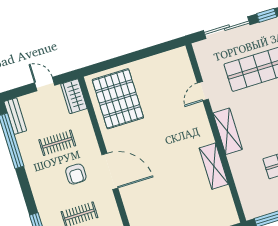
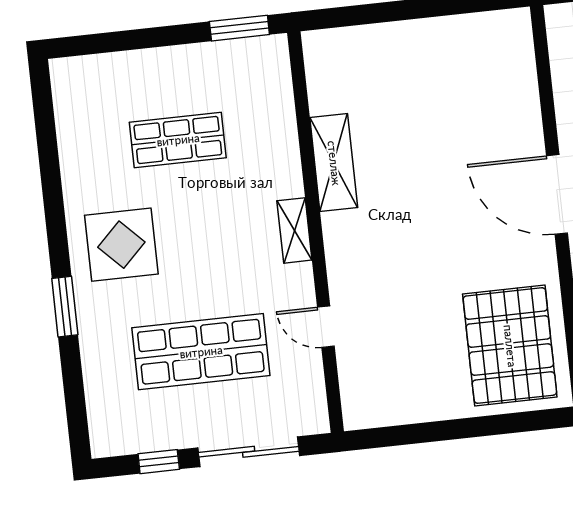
door: (203, 91) -> (326, 327), swing flipped
shelving: (228, 131) -> (294, 230), width x0.67, depth x0.75

